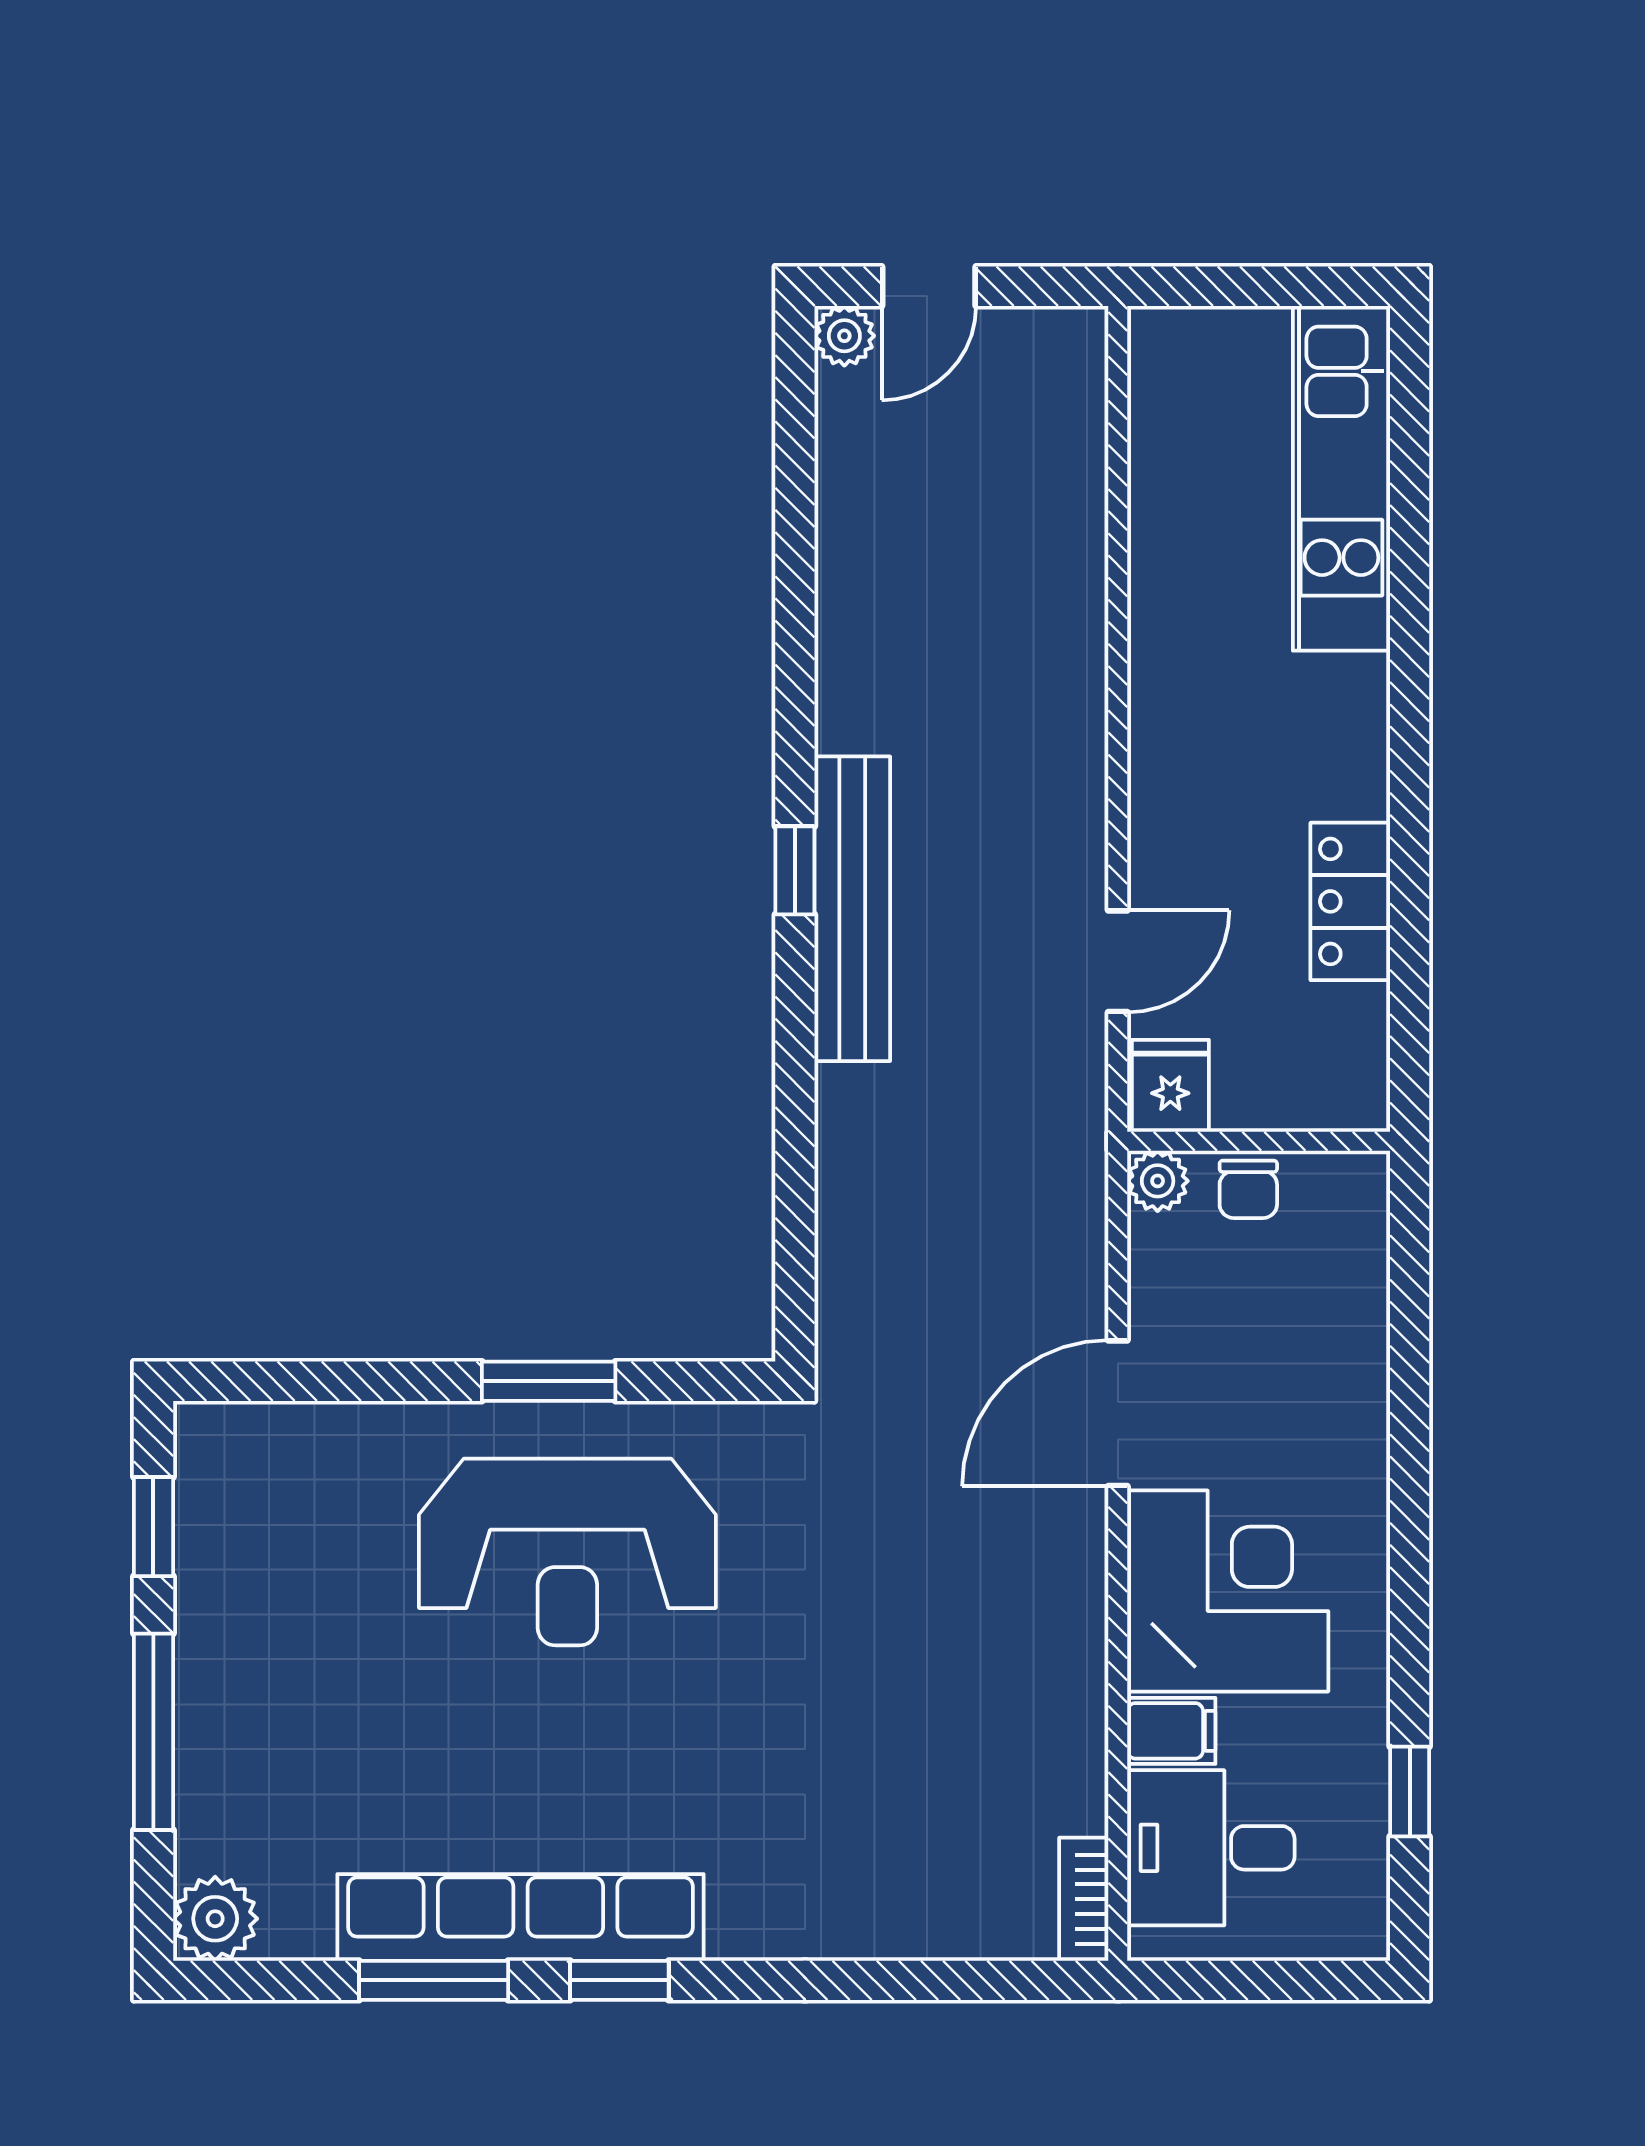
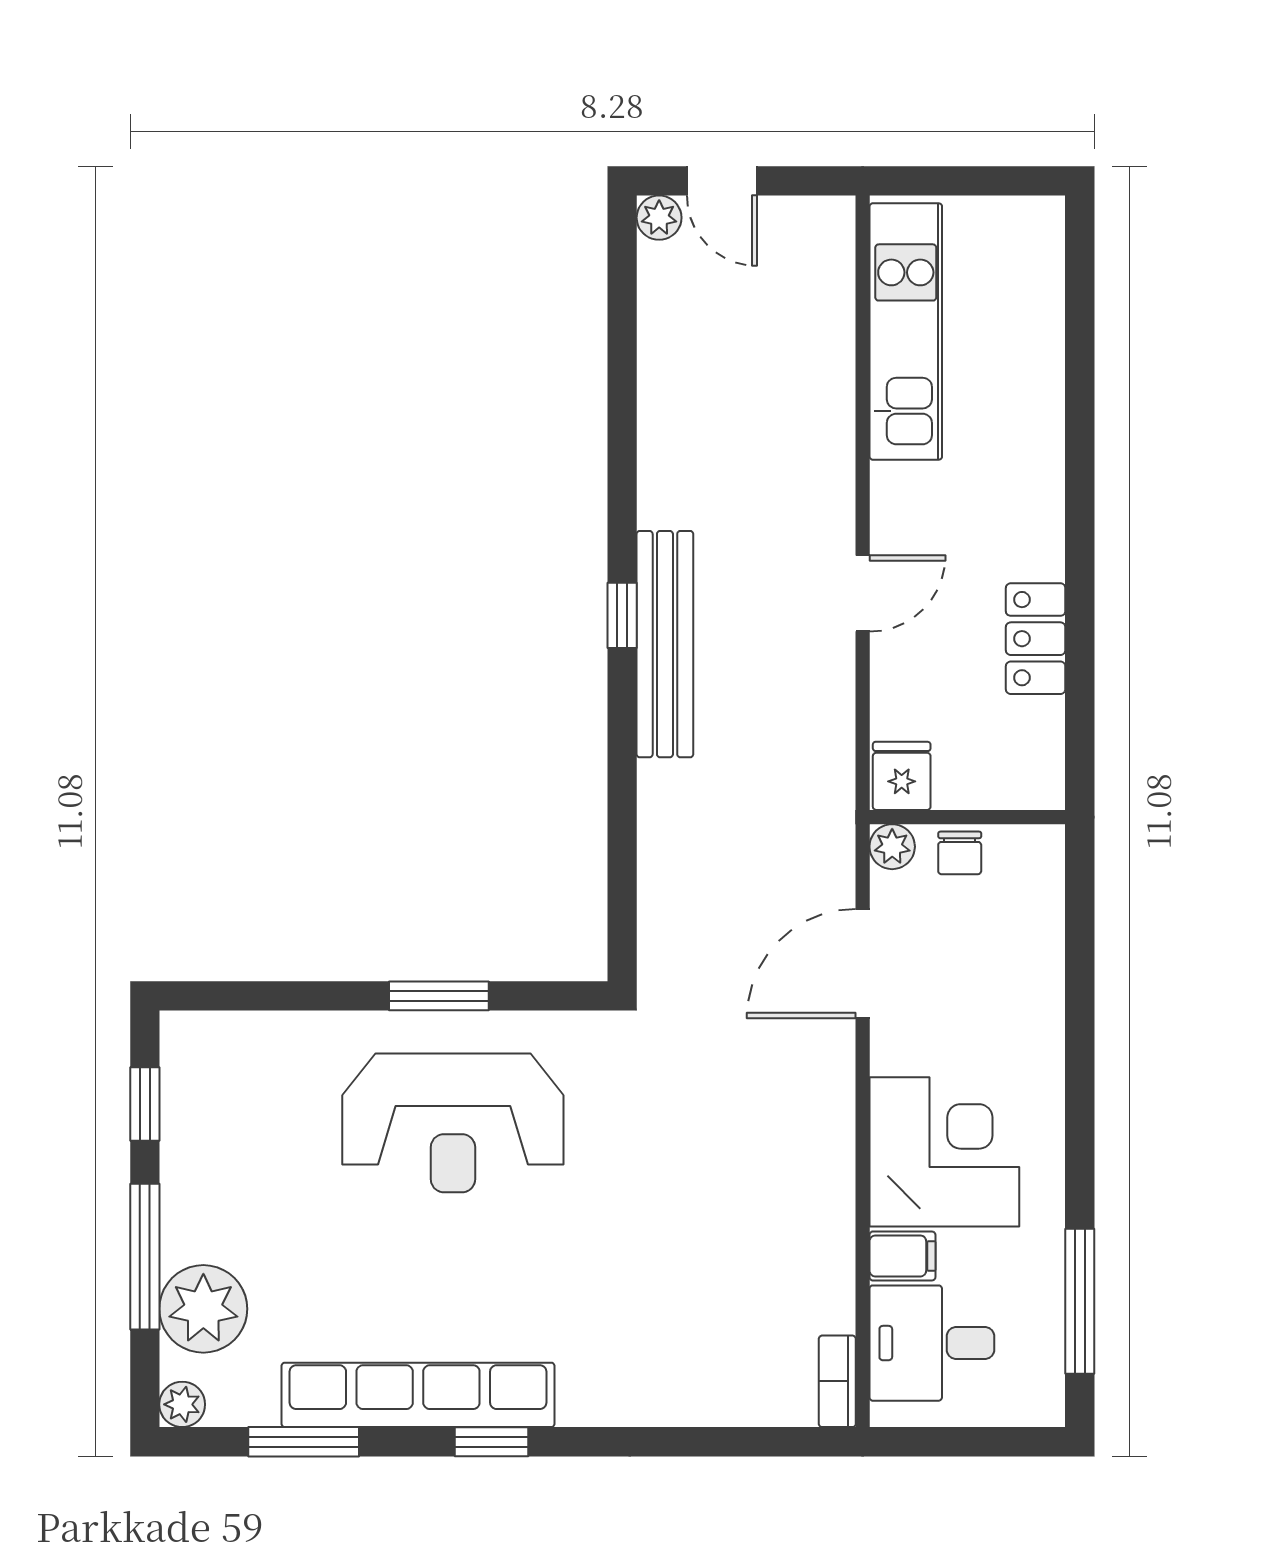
door: (929, 286) -> (722, 181), hinge flipped
kitchen unit: (1341, 478) -> (906, 332), moved, turned 180
door: (1118, 961) -> (863, 593), moved
door: (1118, 1413) -> (863, 964), moved
window: (1410, 1792) -> (1080, 1301), width x2.17
plant: (232, 1802) -> (203, 1309), added
plant: (215, 1919) -> (182, 1404), width x0.73, depth x0.73
window: (434, 1980) -> (304, 1442), moved

